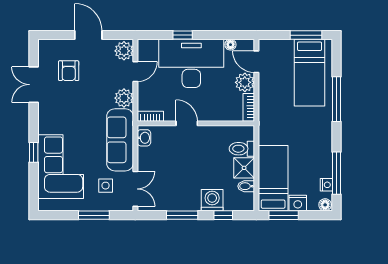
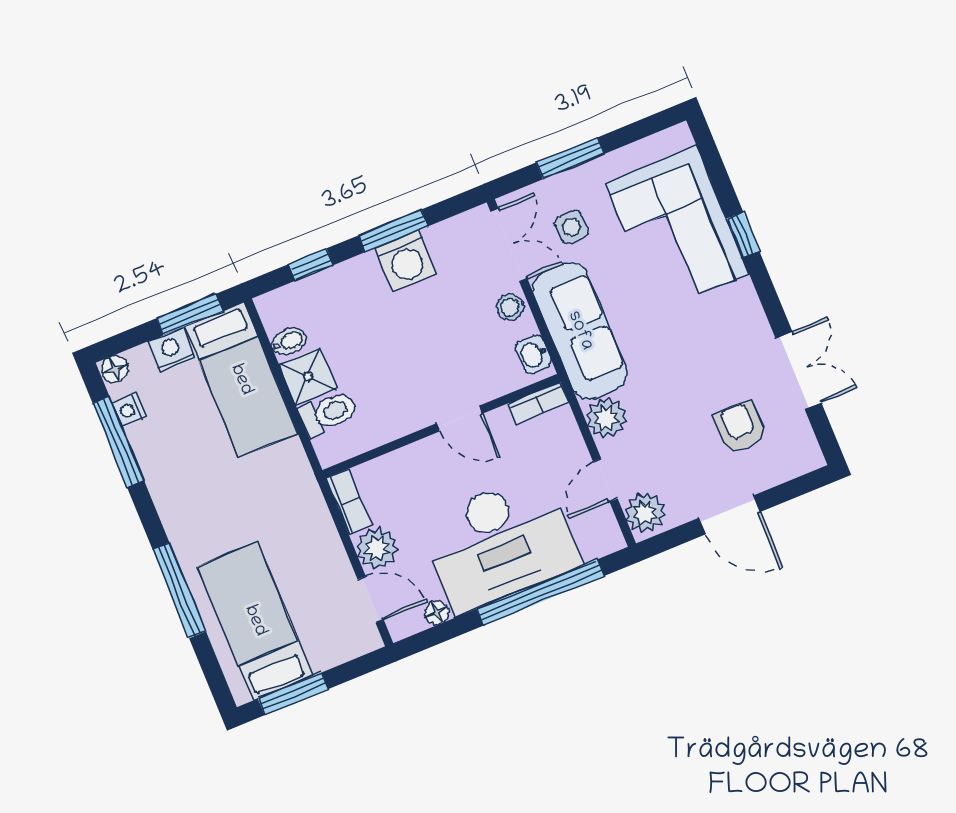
window: (183, 35) -> (540, 592), width x3.17
stool: (146, 162) -> (510, 307), added
double door: (135, 189) -> (509, 245), swing flipped
washing machine: (212, 200) -> (406, 261), moved

